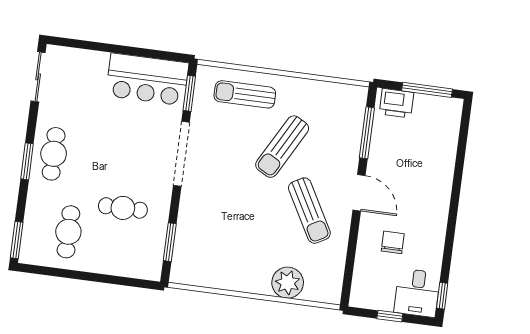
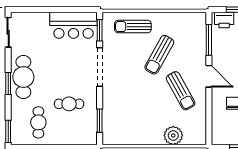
cafe table: (54, 154) -> (23, 77), width x1.37, depth x1.35

